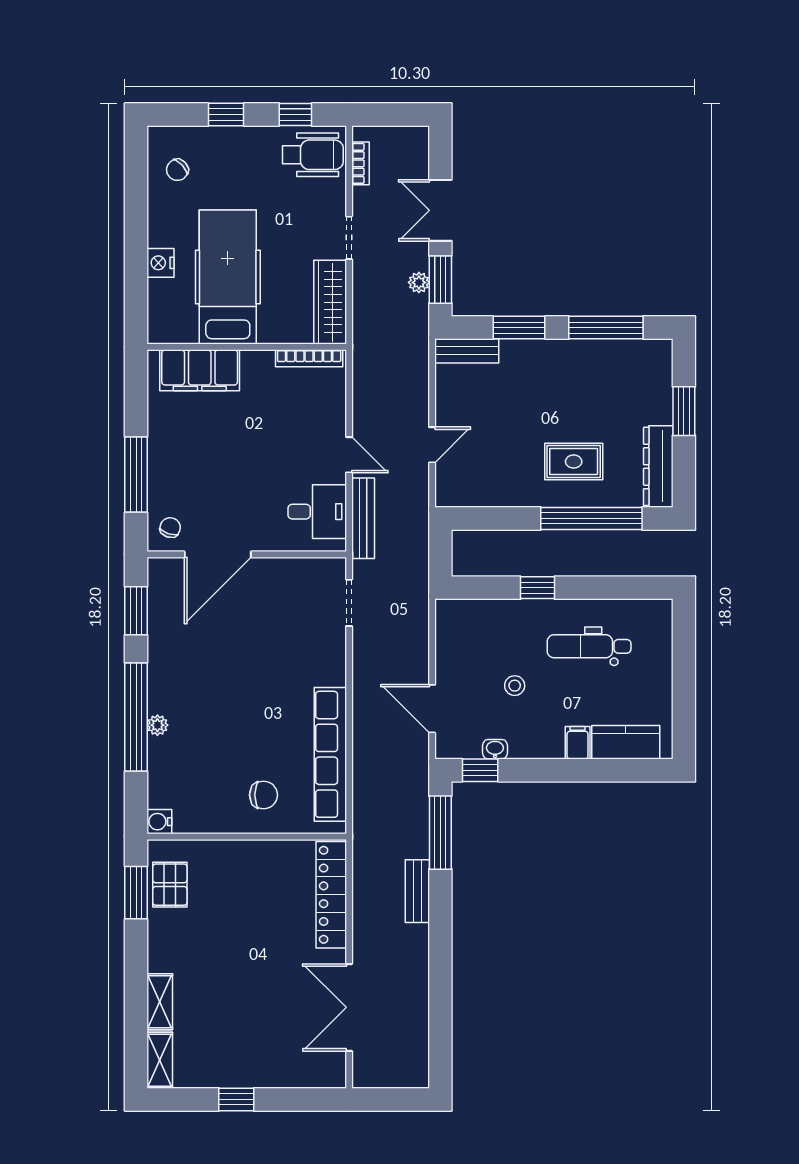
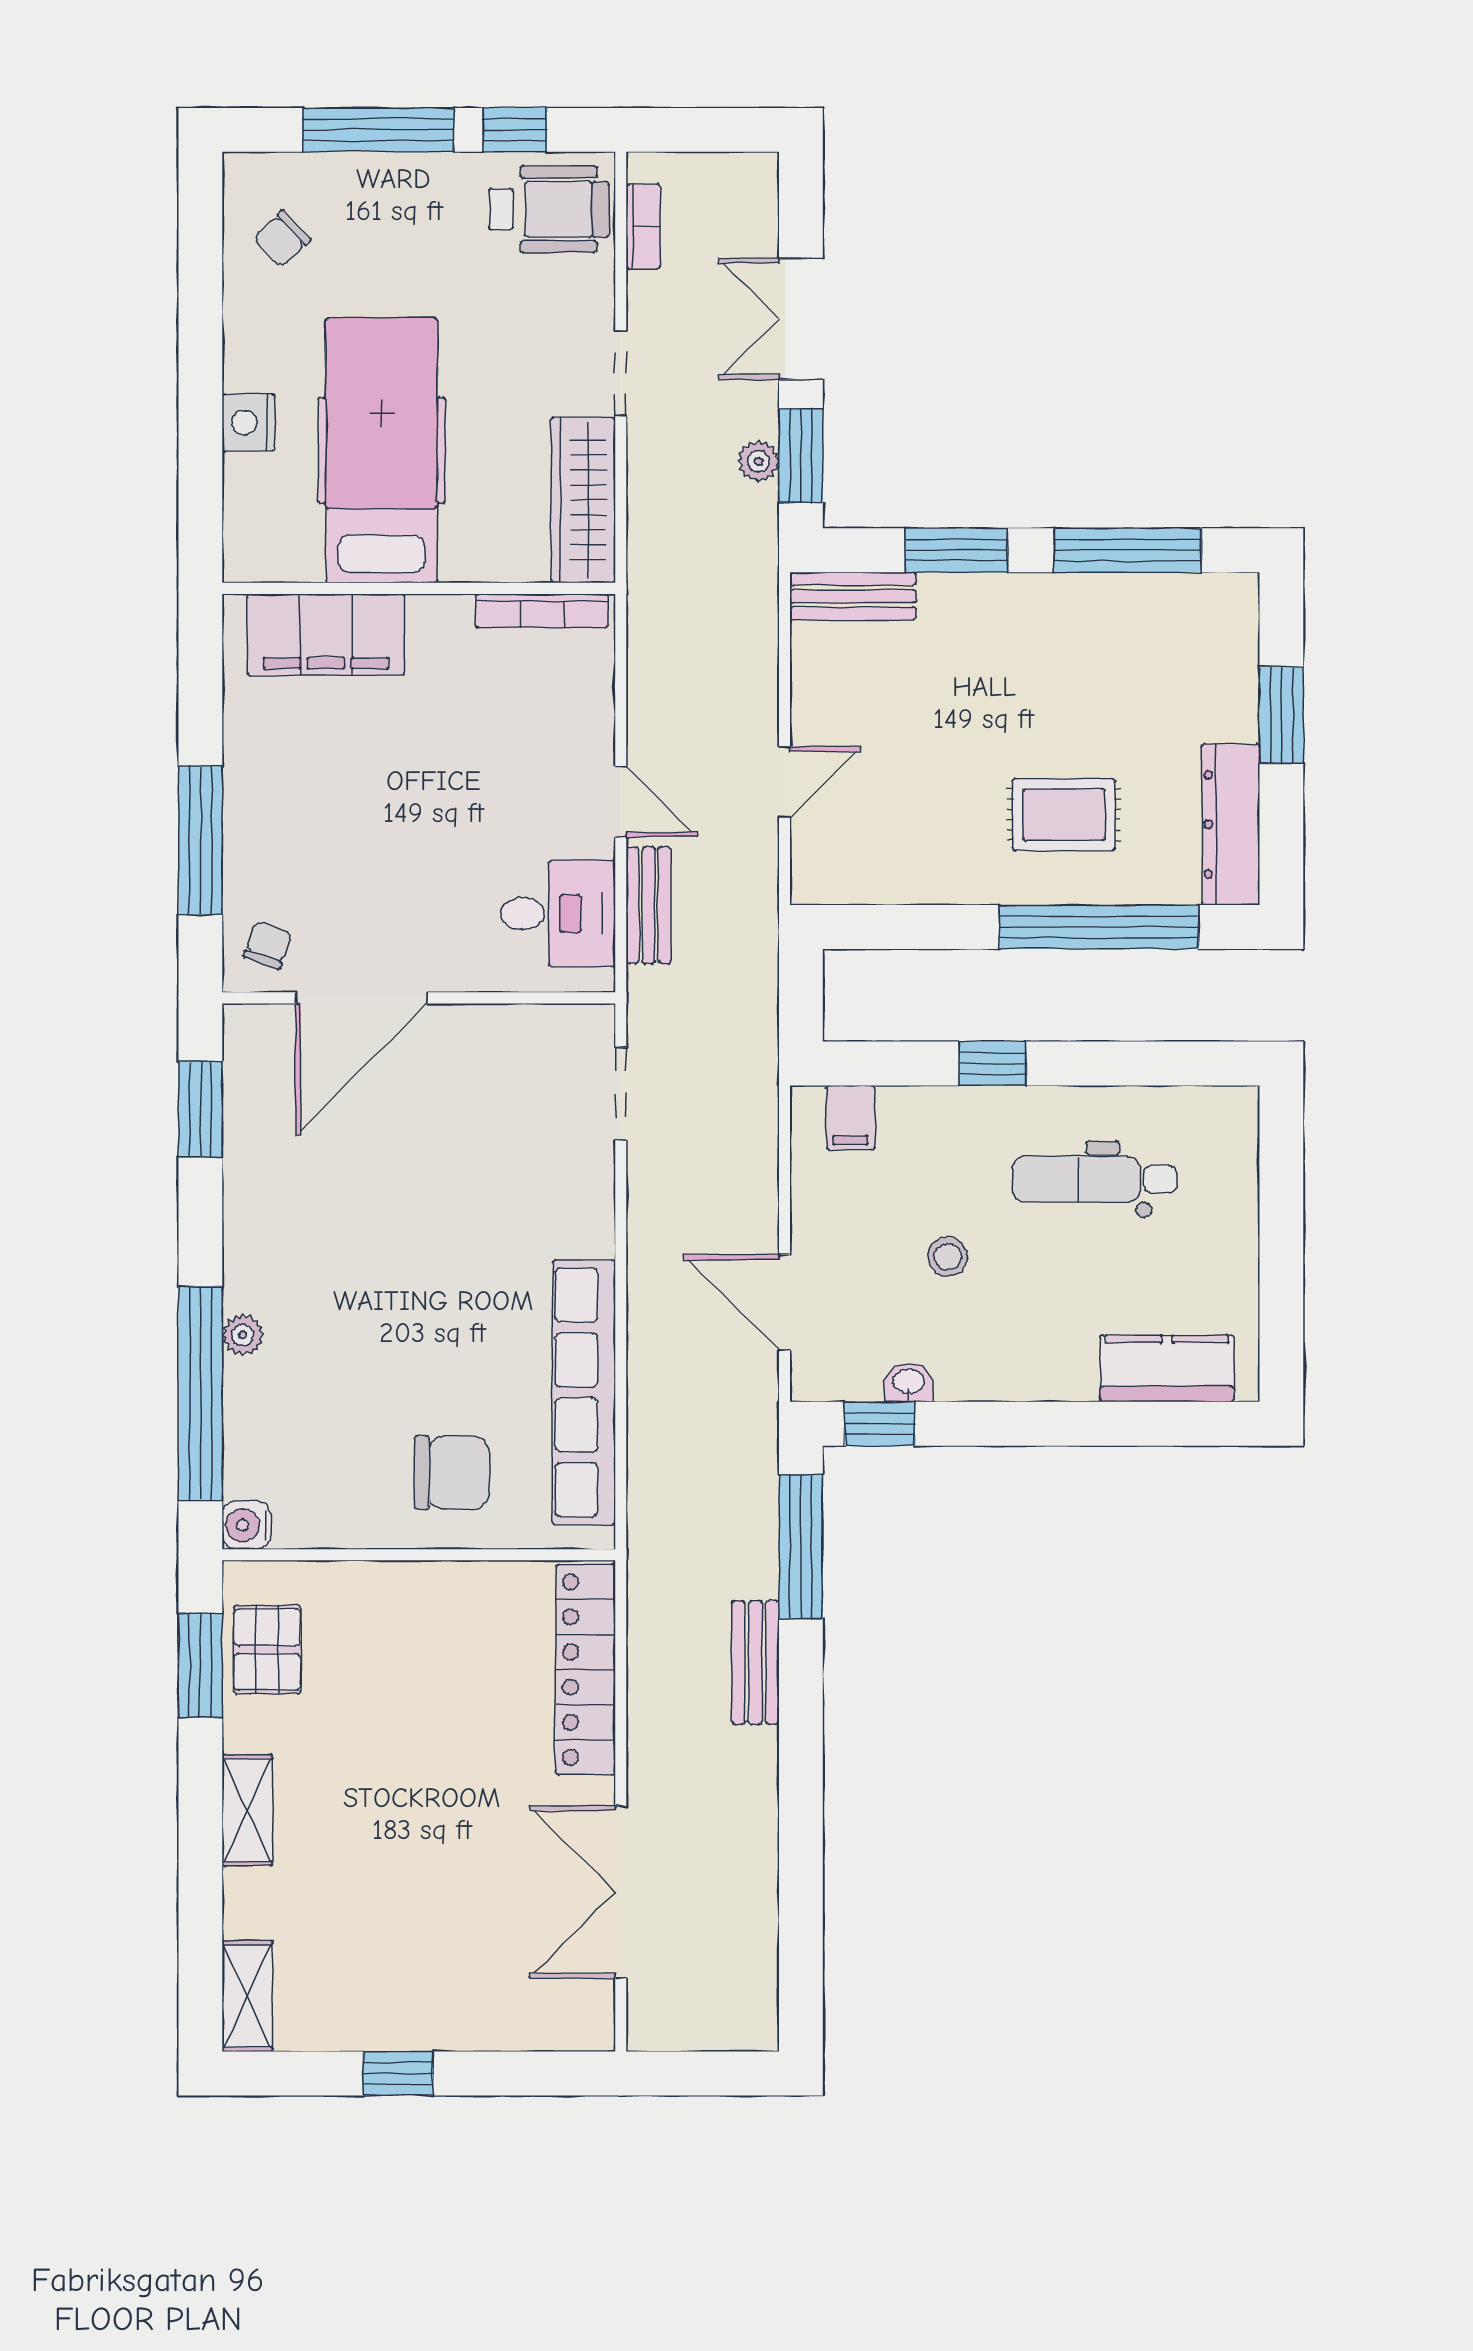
window: (226, 115) -> (378, 130), width x2.17
bench: (363, 518) -> (649, 905), width x0.73
window: (136, 717) -> (200, 1393), moved
filing cabinet: (578, 743) -> (850, 1117), moved, turned 180
chair: (263, 795) -> (452, 1473), width x1.37, depth x1.37
shelving: (160, 1002) -> (247, 1810), moved

